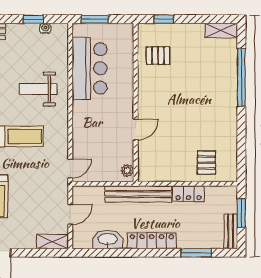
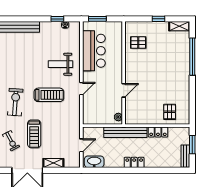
window: (164, 19) -> (158, 19), moved
door: (70, 168) -> (81, 89), moved
washbasin: (108, 240) -> (94, 162), moved
locker: (152, 241) -> (134, 162), width x0.66
shelving: (53, 242) -> (53, 163), moved
window: (196, 253) -> (163, 170), removed

